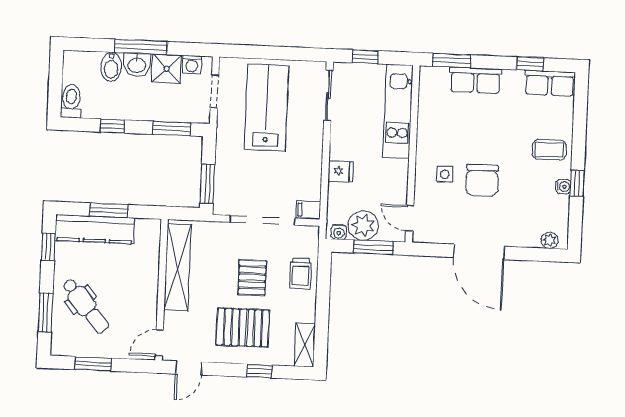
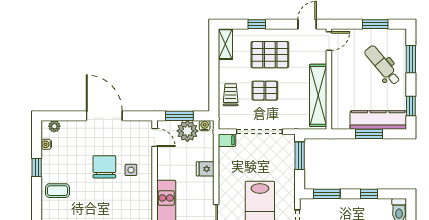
water cooler: (563, 187) -> (46, 144), moved
pallet: (252, 277) -> (265, 91), turned 90

